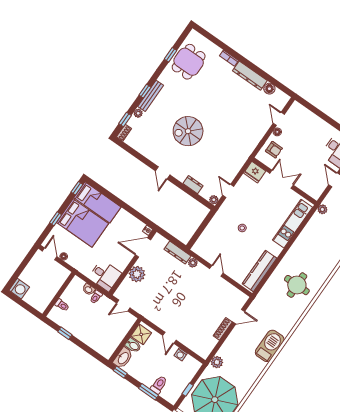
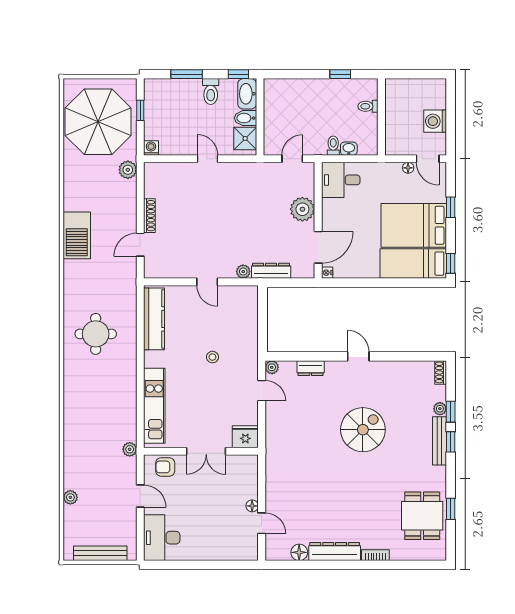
window: (125, 120) -> (451, 412), moved
armchair: (274, 150) -> (165, 467), moved
washing machine: (19, 289) -> (435, 121), moved
washing machine: (181, 354) -> (151, 148), moved
toilet: (159, 385) -> (211, 91), moved

